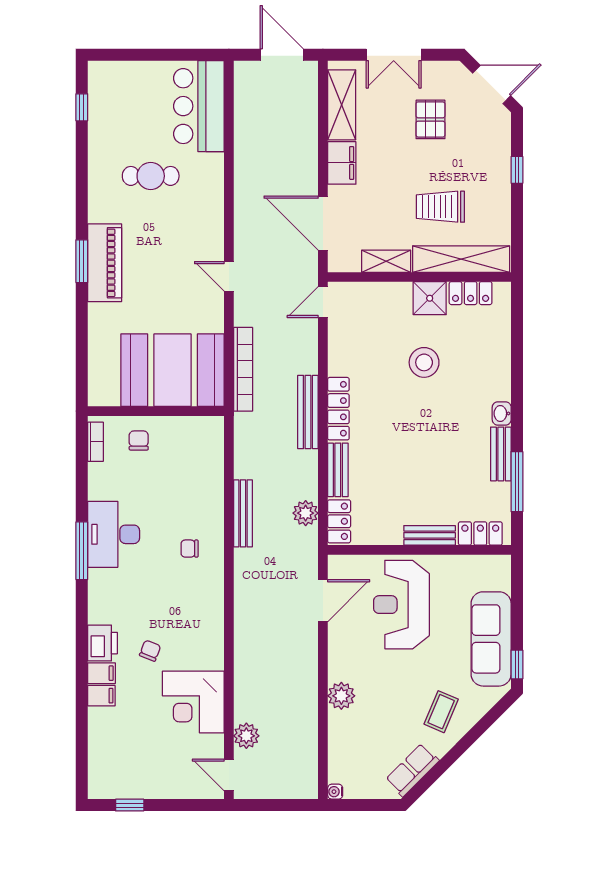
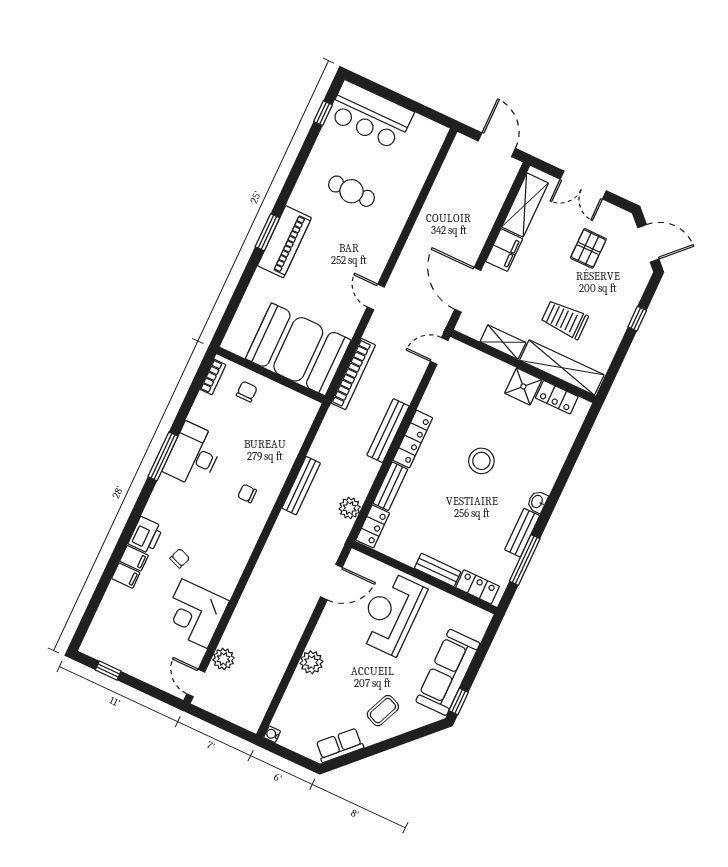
bar counter: (199, 106) -> (370, 115), moved, turned -90
stool: (424, 362) -> (481, 461), moved

